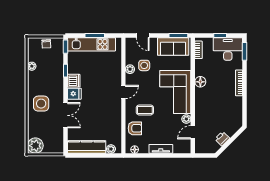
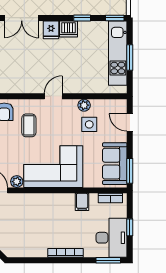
door: (143, 35) -> (130, 122), hinge flipped
filing cabinet: (201, 71) -> (82, 202), added
floor lamp: (200, 82) -> (67, 200), removed
door: (123, 92) -> (53, 96), swing flipped

